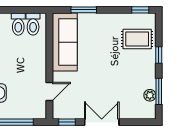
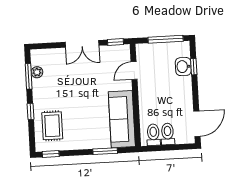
rug: (137, 39) -> (52, 126), turned 90

